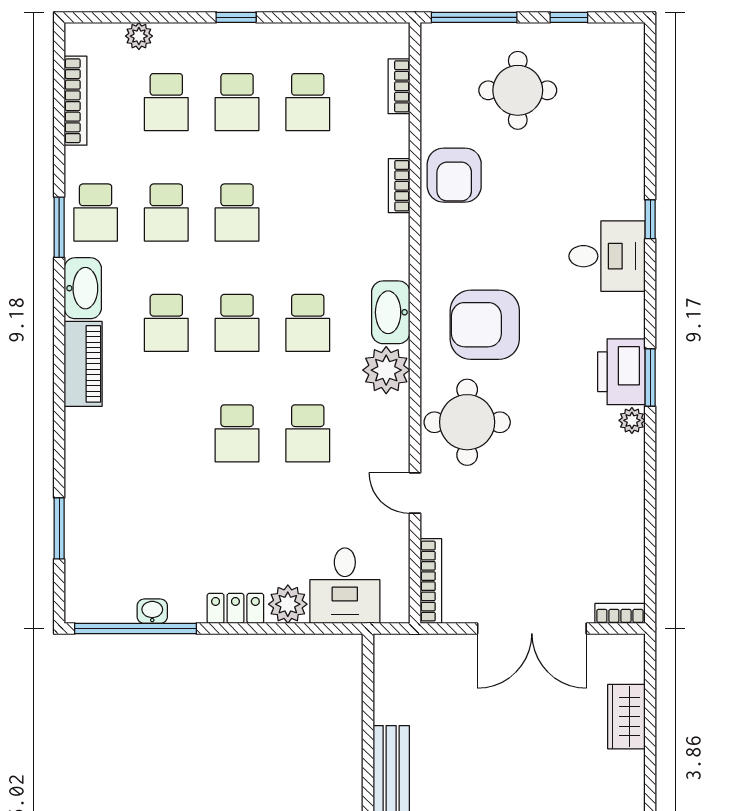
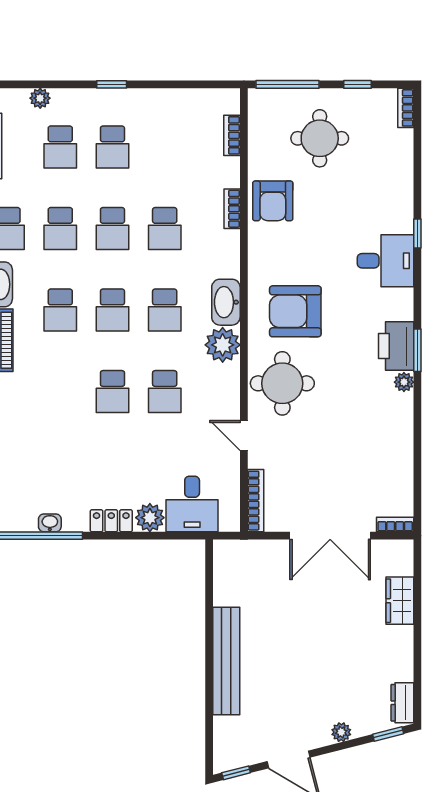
bookcase: (634, 49) -> (406, 108), added
school desk: (308, 102) -> (165, 229), moved

